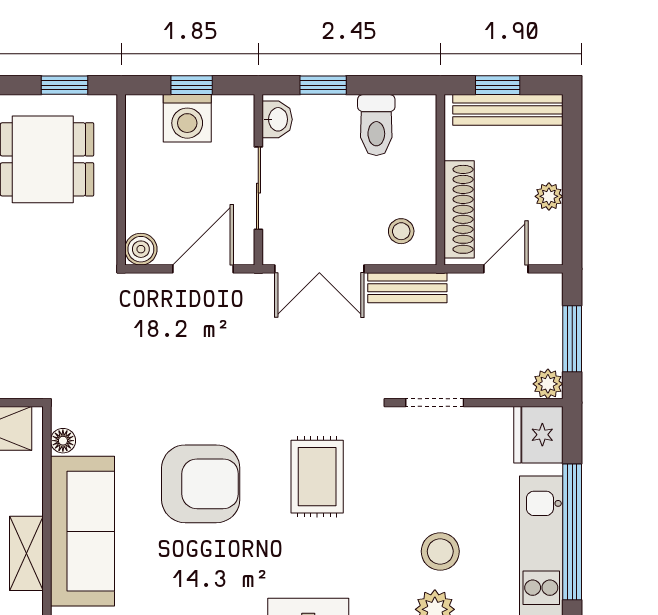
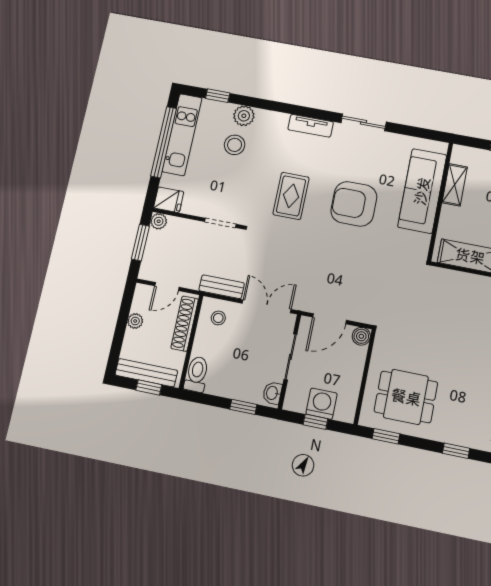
toilet: (376, 125) -> (197, 374), moved
fridge: (538, 435) -> (169, 200), width x0.72
floor lamp: (63, 441) -> (424, 241), removed

